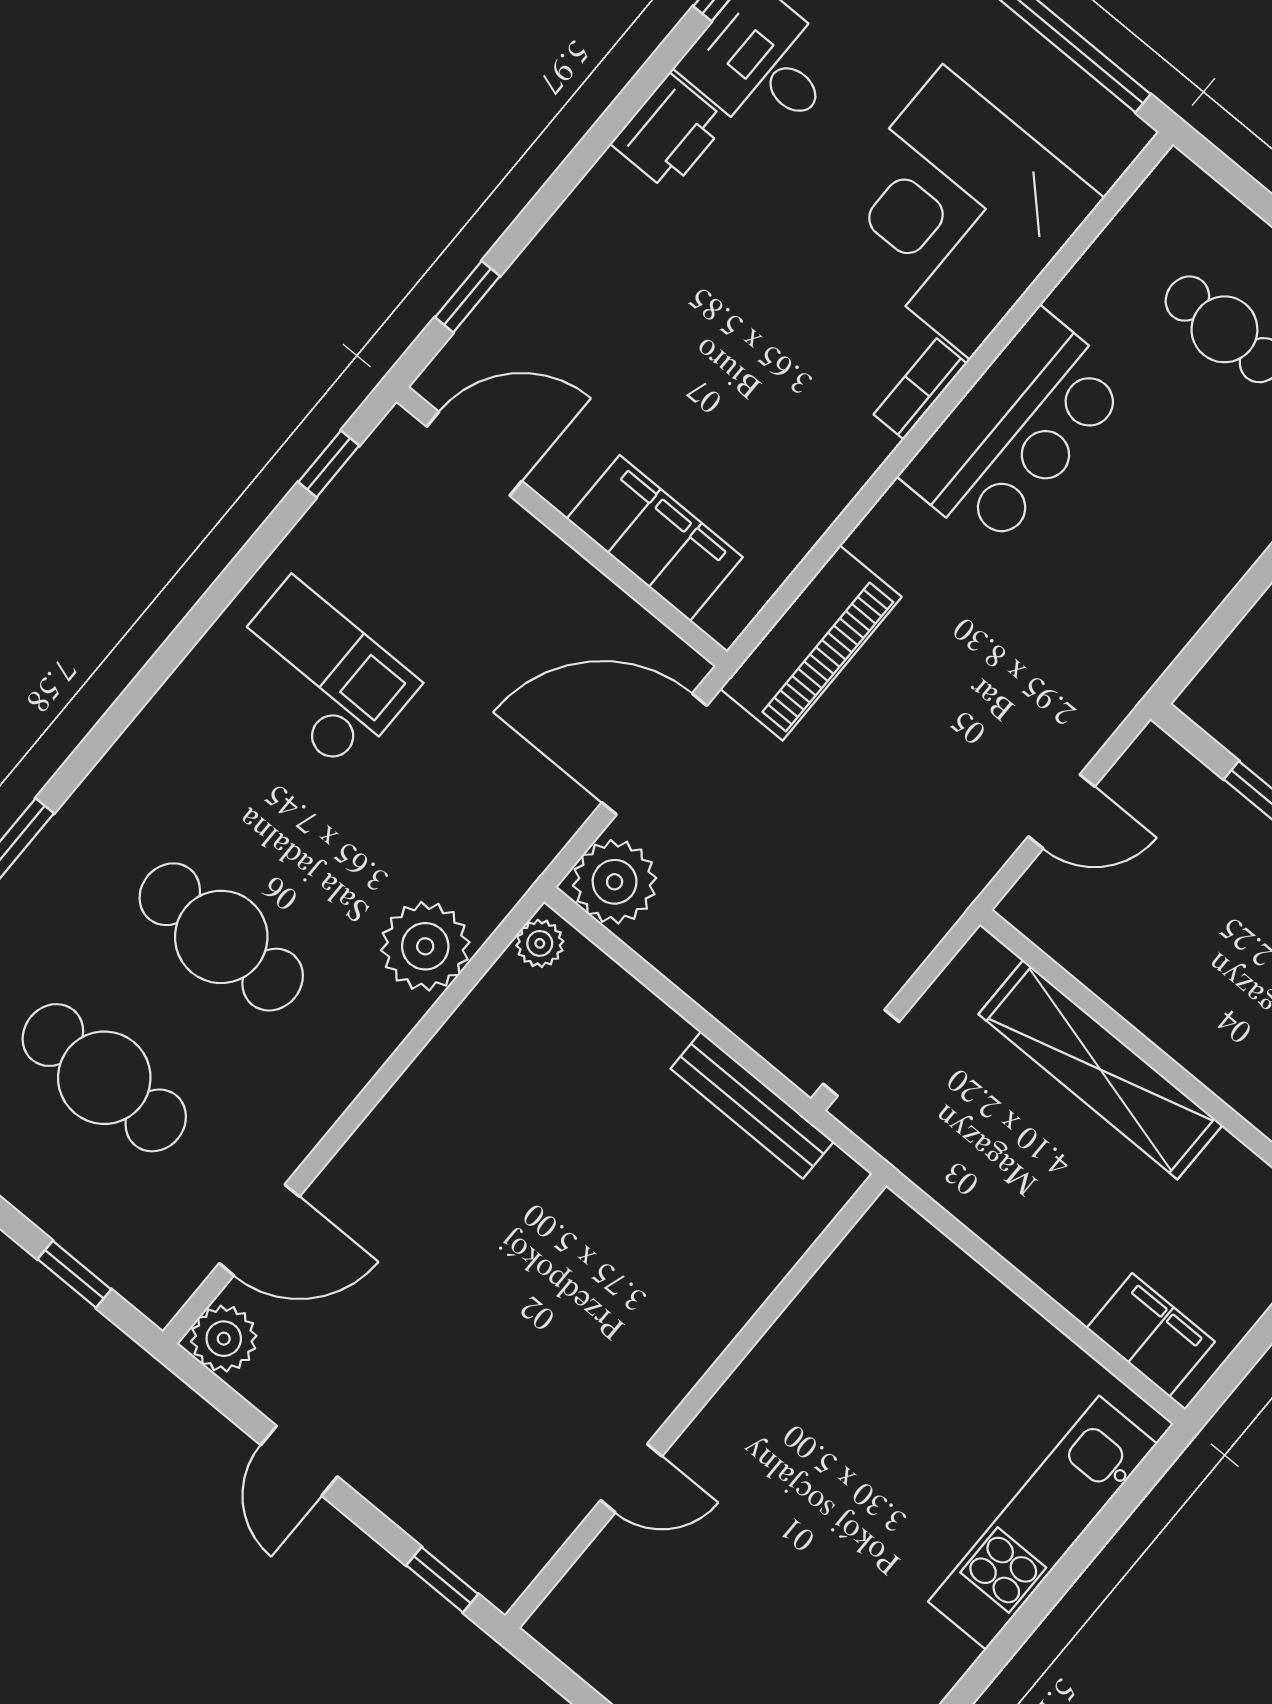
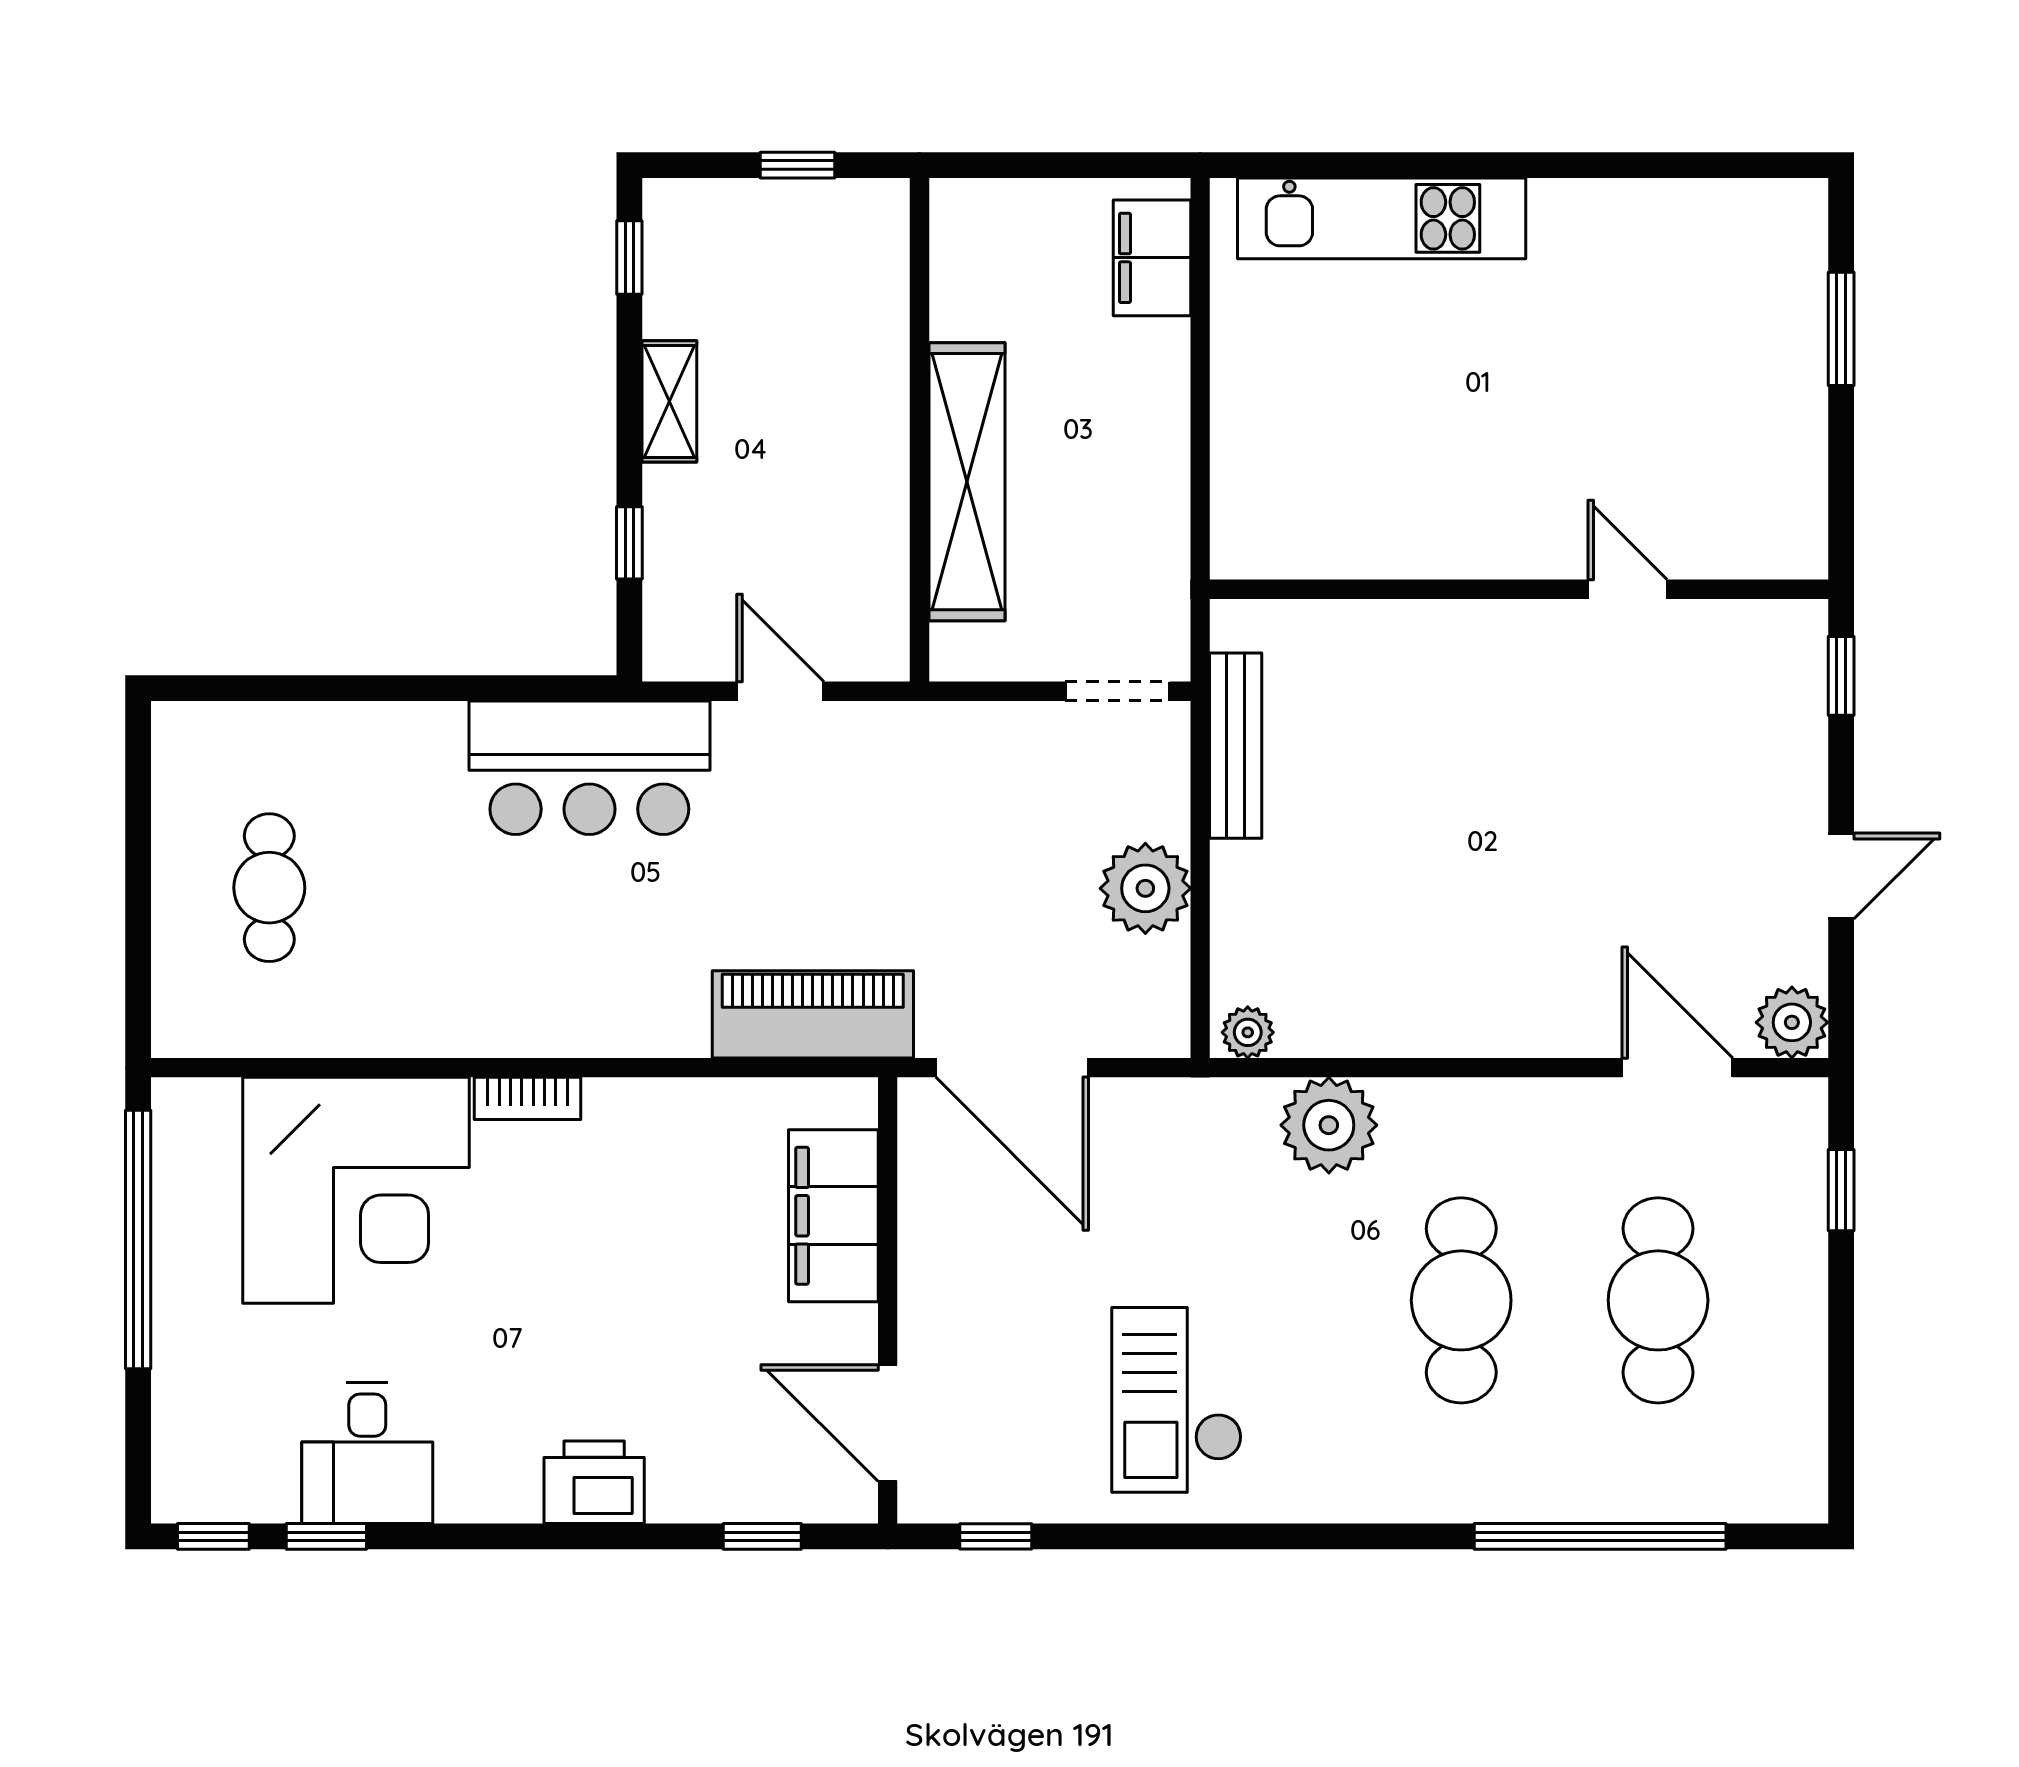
printer: (669, 133) -> (594, 1482), moved
bar counter: (1016, 430) -> (589, 768), moved, turned 180
plant: (615, 882) -> (1145, 888), moved

